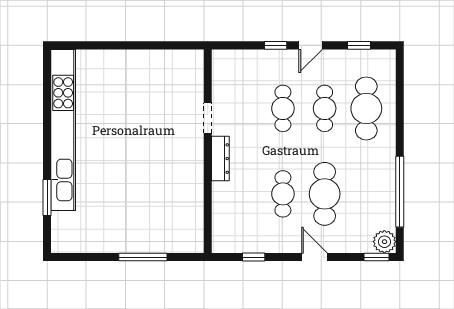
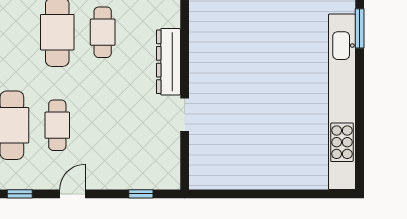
window: (276, 45) -> (141, 194), moved
cafe table: (283, 108) -> (103, 125), removed
dresser: (220, 159) -> (168, 62), width x1.37, depth x1.24

